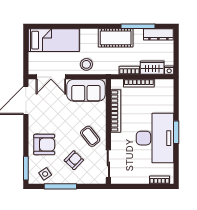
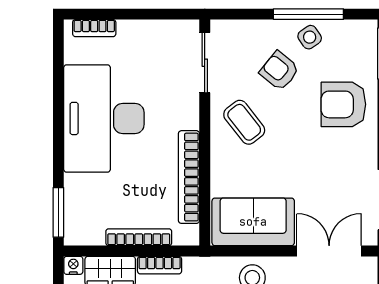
window: (176, 132) -> (58, 212), moved
armchair: (74, 160) -> (279, 71), turned 85
side table: (45, 174) -> (310, 37), moved

